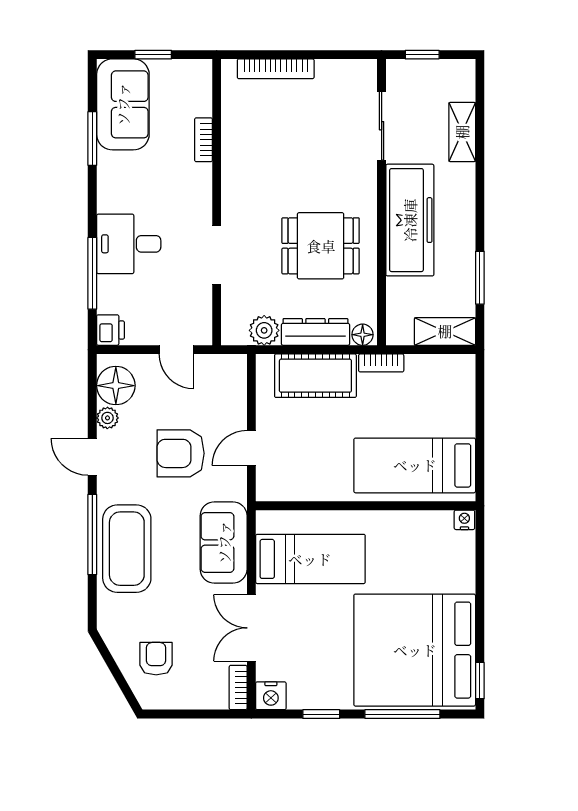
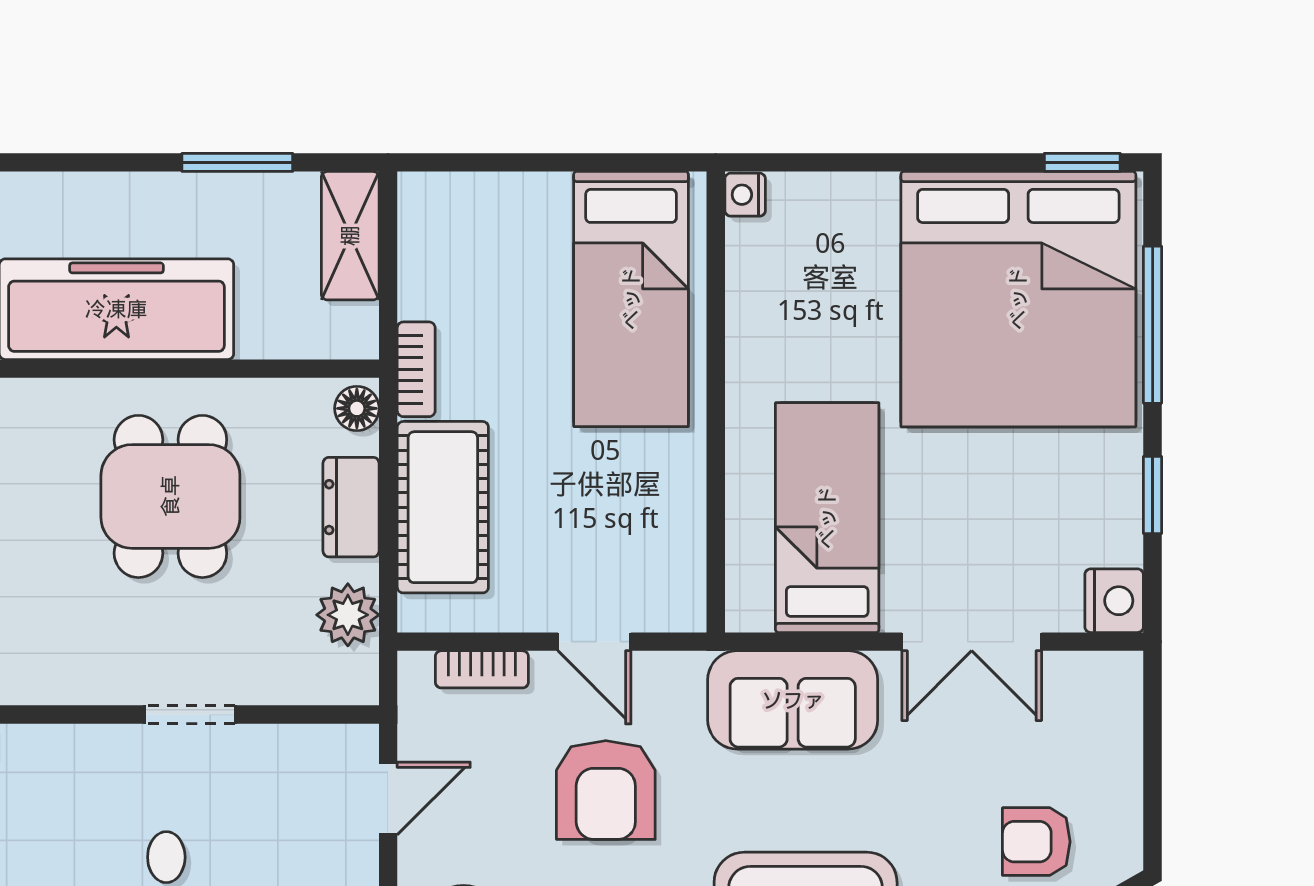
doorway: (217, 255) -> (190, 714), width x0.73
dresser: (315, 332) -> (351, 507), width x0.70
bookcase: (238, 687) -> (482, 669), moved

